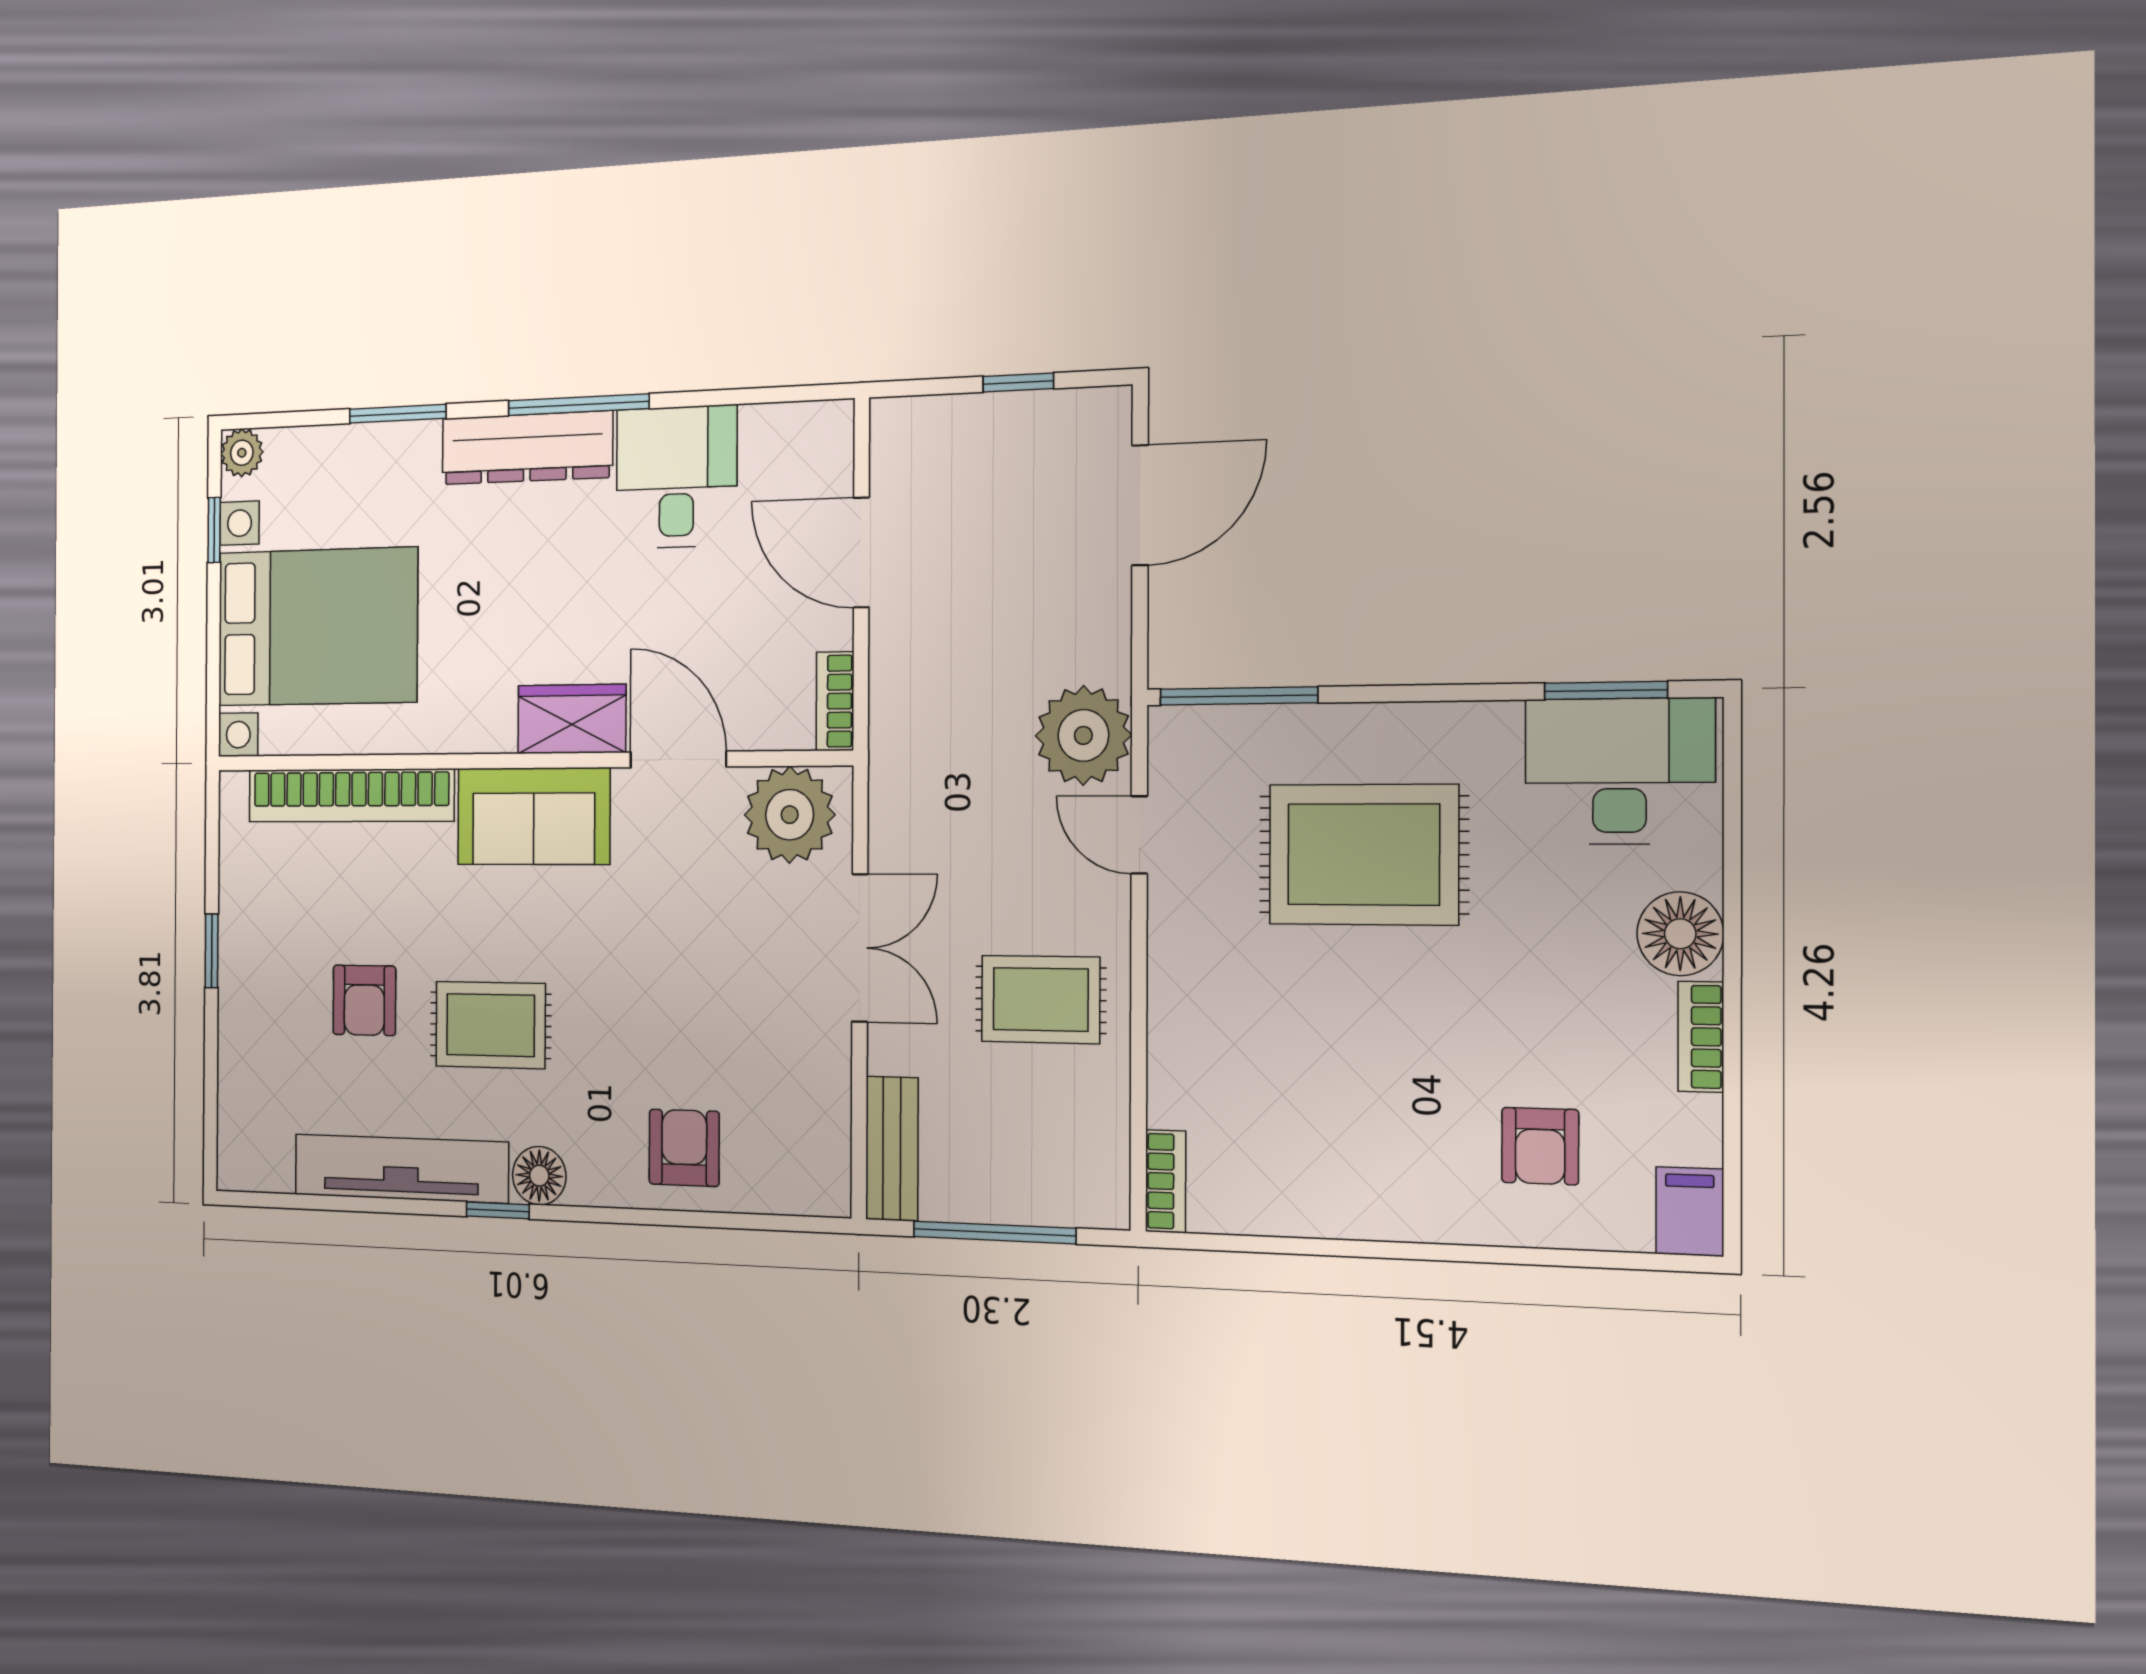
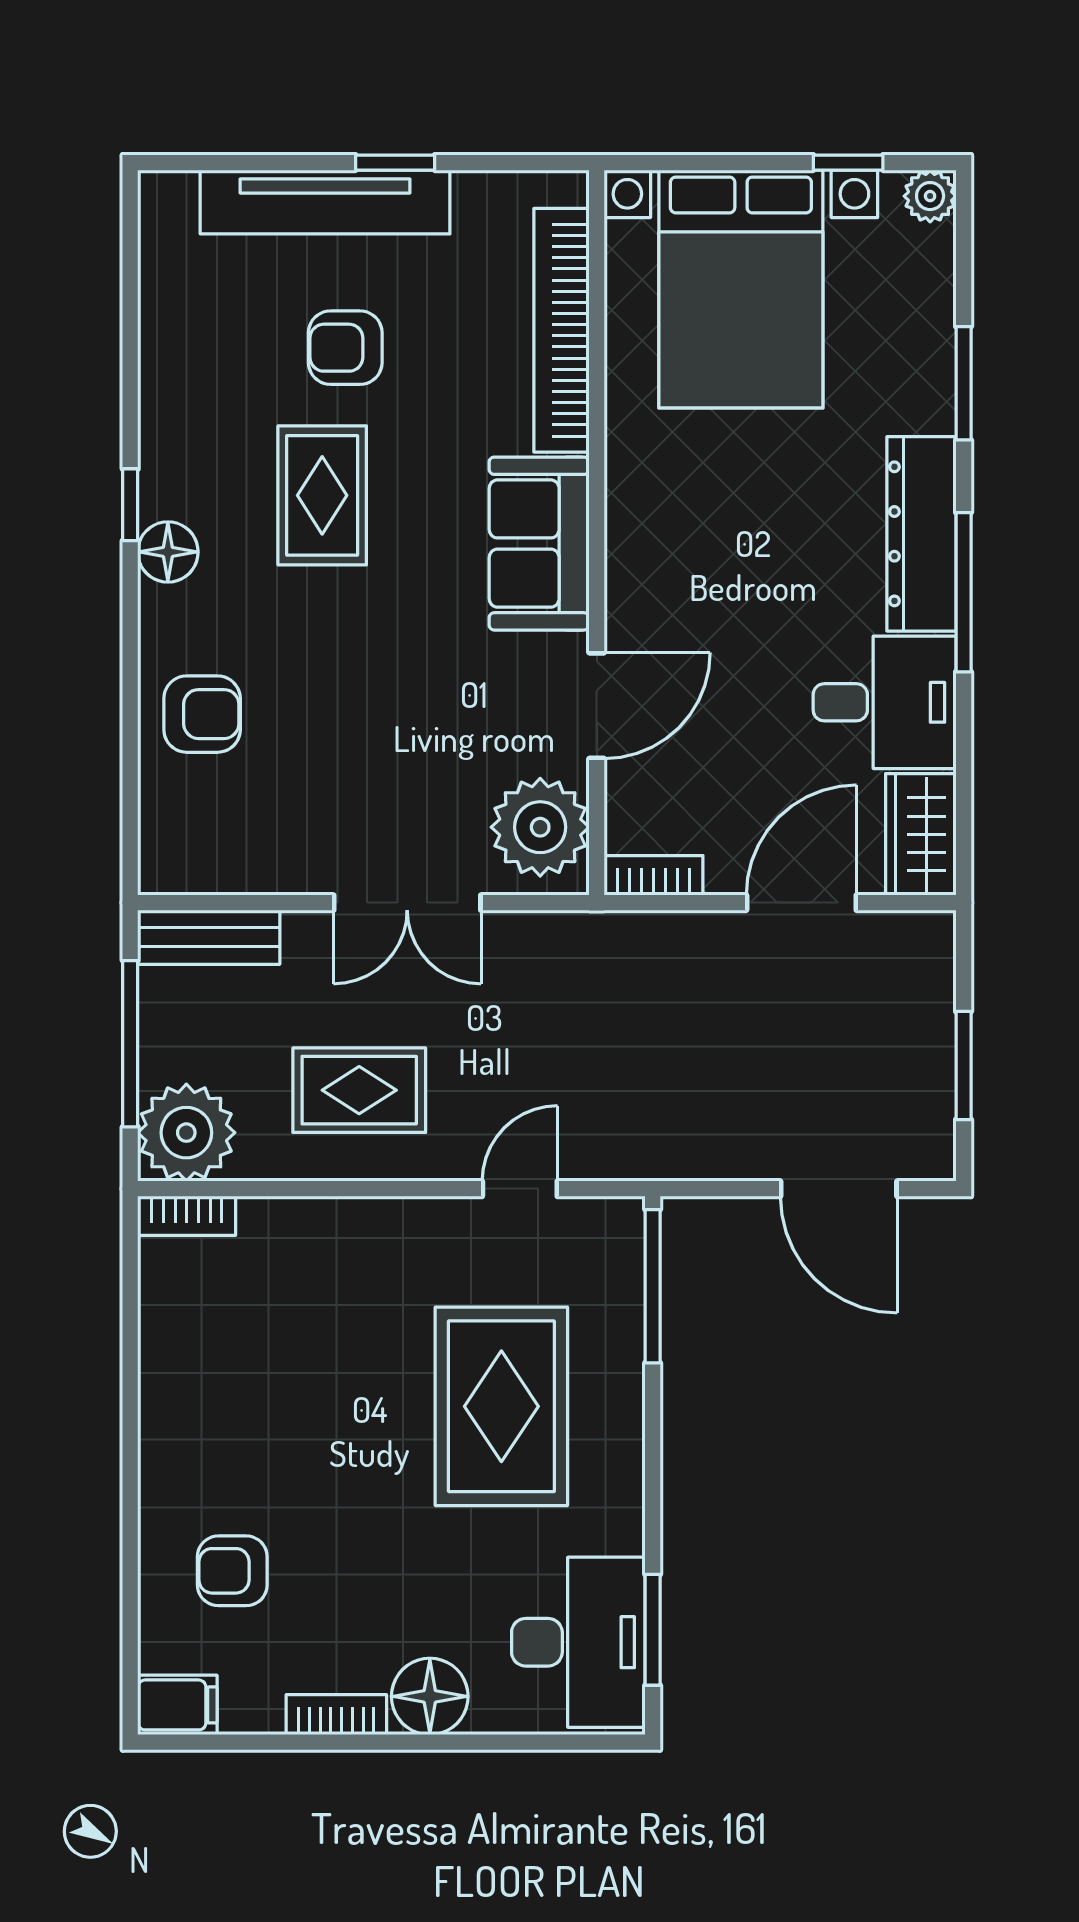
window: (1018, 382) -> (964, 1066), width x1.50
wardrobe: (572, 719) -> (921, 834), moved, turned 180
plant: (1083, 735) -> (186, 1133), moved
rug: (1041, 999) -> (359, 1090), turned 90
tv unit: (401, 1168) -> (325, 202), moved, turned 90

